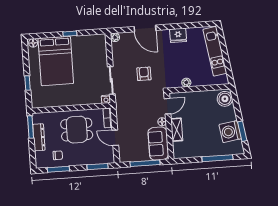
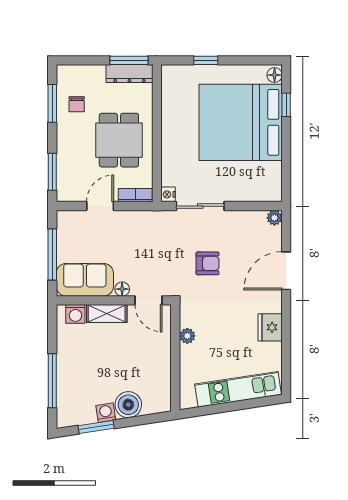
window: (70, 34) -> (286, 105), moved
bed: (56, 61) -> (241, 122), width x1.36
boiler: (225, 99) -> (128, 405), moved
washing machine: (230, 132) -> (106, 413), width x0.53, depth x0.53
dresser: (39, 137) -> (129, 74), moved
washing machine: (178, 148) -> (75, 314), added

